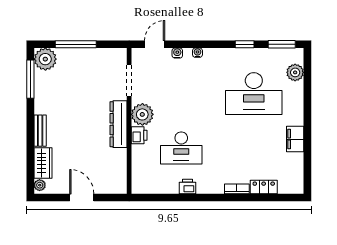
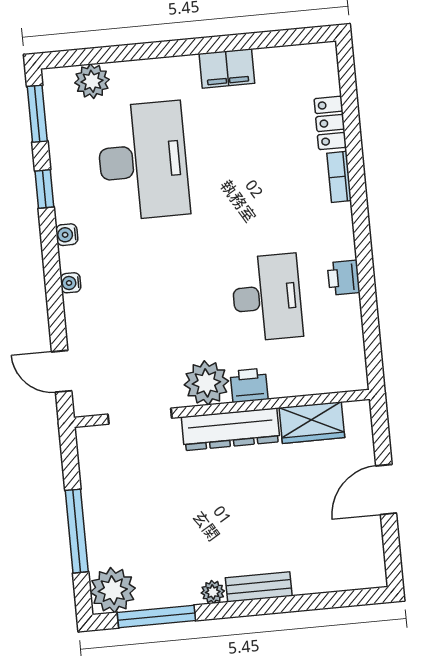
water cooler: (177, 53) -> (67, 235), moved
wardrobe: (43, 163) -> (312, 423), moved, turned 180
plant: (40, 185) -> (213, 592), moved

